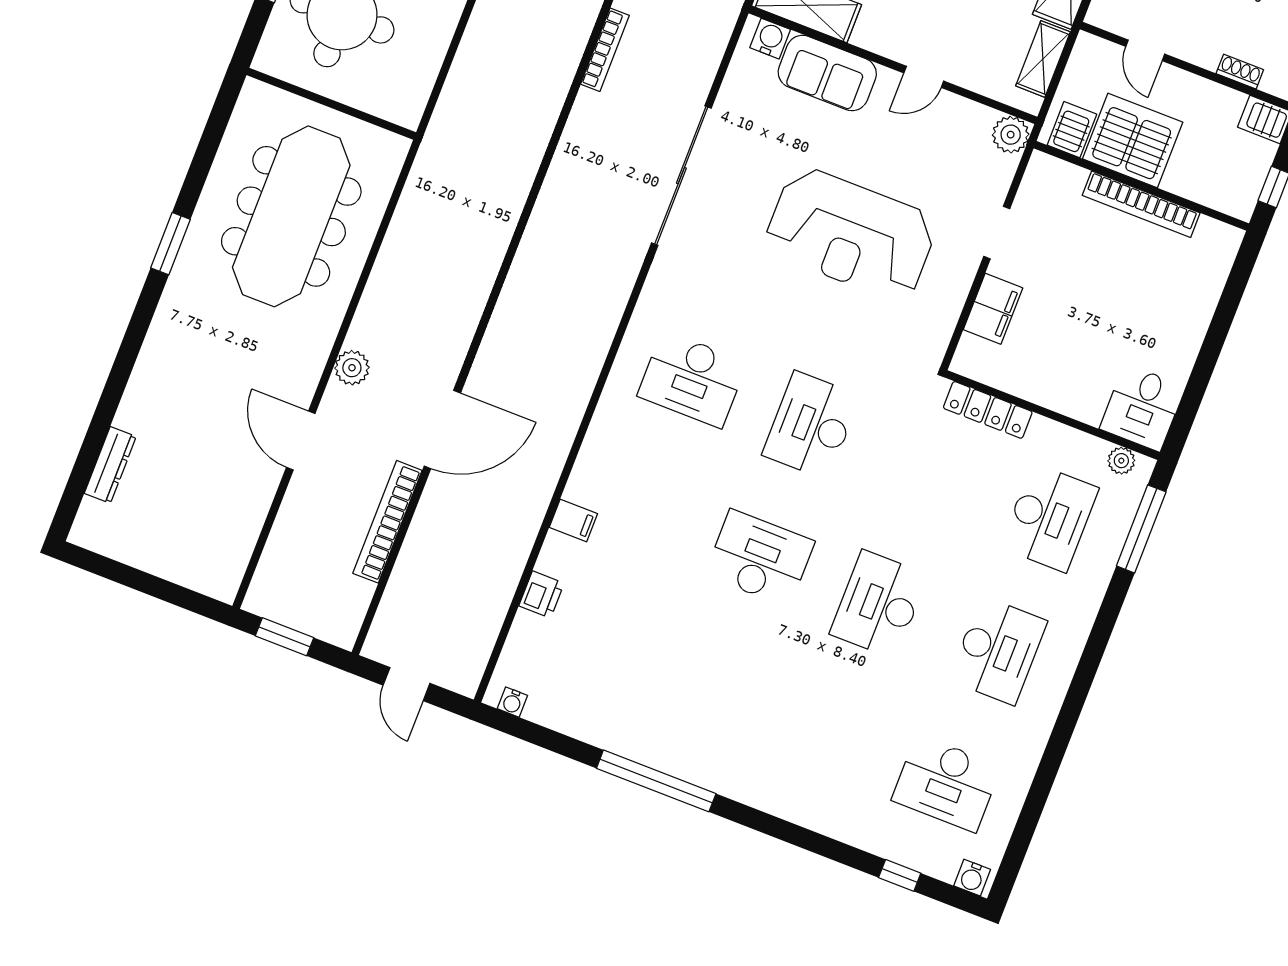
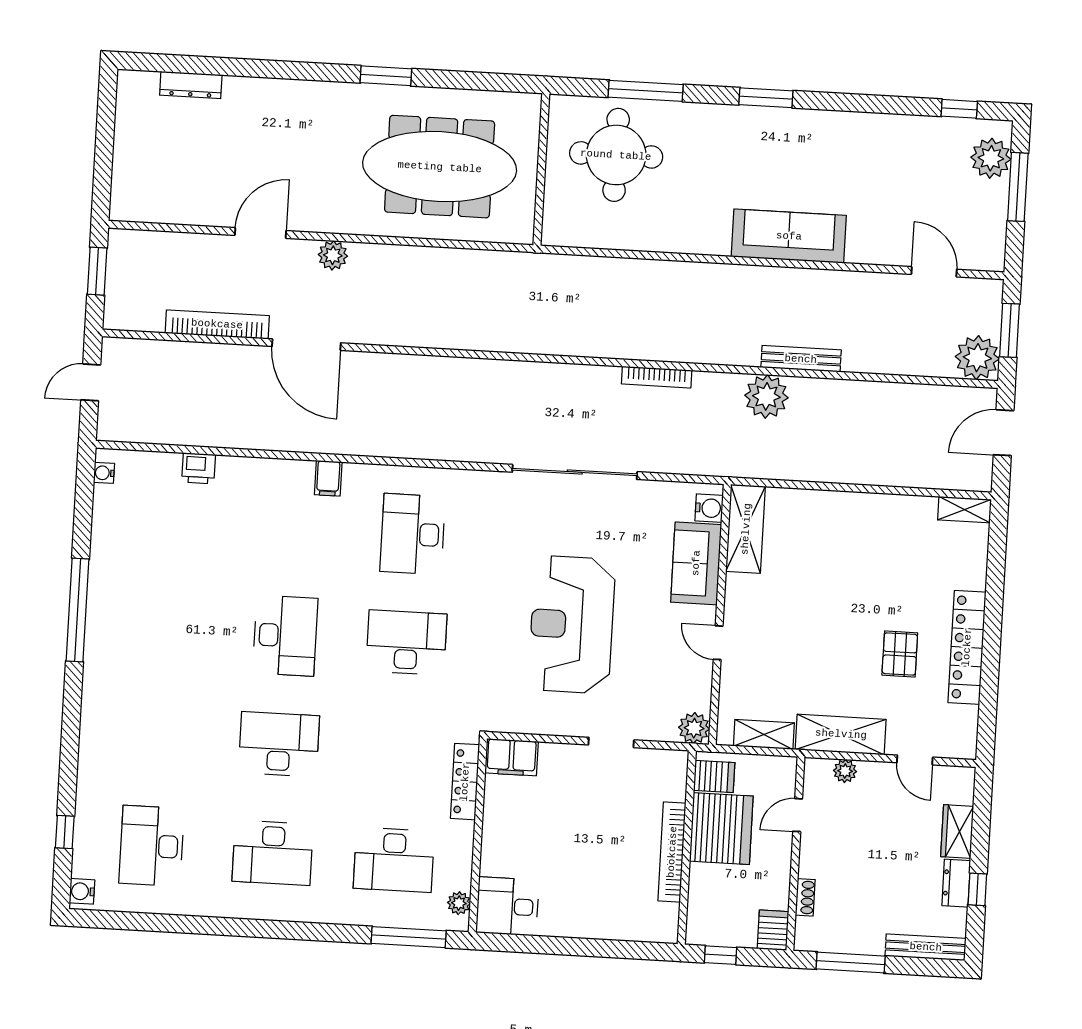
filing cabinet: (993, 309) -> (511, 757), moved
filing cabinet: (573, 521) -> (328, 478), moved

